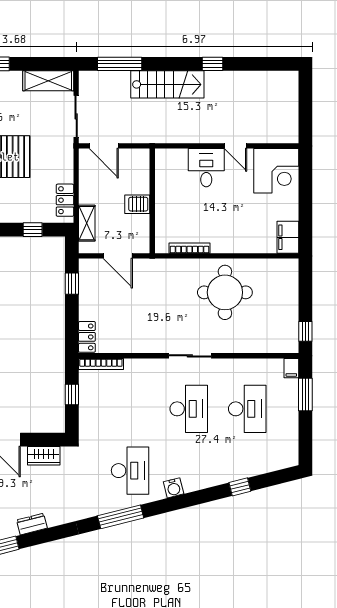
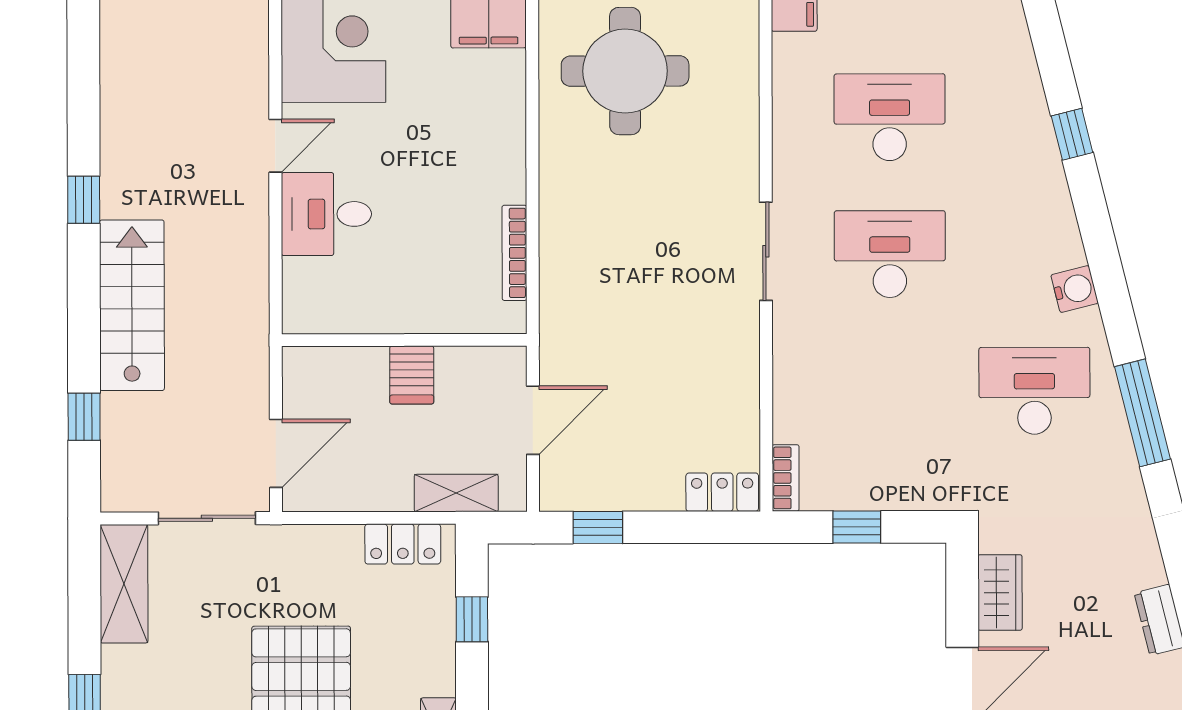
window: (120, 64) -> (84, 417), width x0.46
round table: (225, 292) -> (625, 71), moved
bookcase: (101, 364) -> (786, 478), width x0.64

